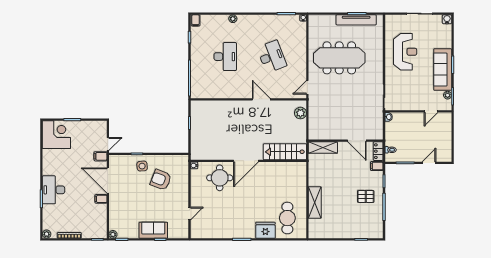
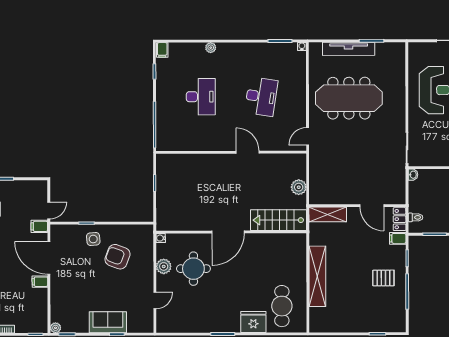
tv unit: (356, 20) -> (349, 49), moved
desk: (272, 57) -> (261, 97), turned 30
plant: (300, 113) -> (299, 187), moved
round table: (220, 178) -> (193, 269), moved
plant: (196, 187) -> (164, 266), added
shelving: (315, 203) -> (317, 276), width x1.47

